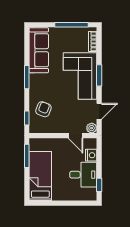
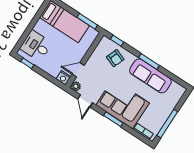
sofa: (39, 50) -> (150, 76), moved
nightstand: (91, 155) -> (63, 78), moved
desk: (83, 175) -> (36, 46), moved, turned 90

